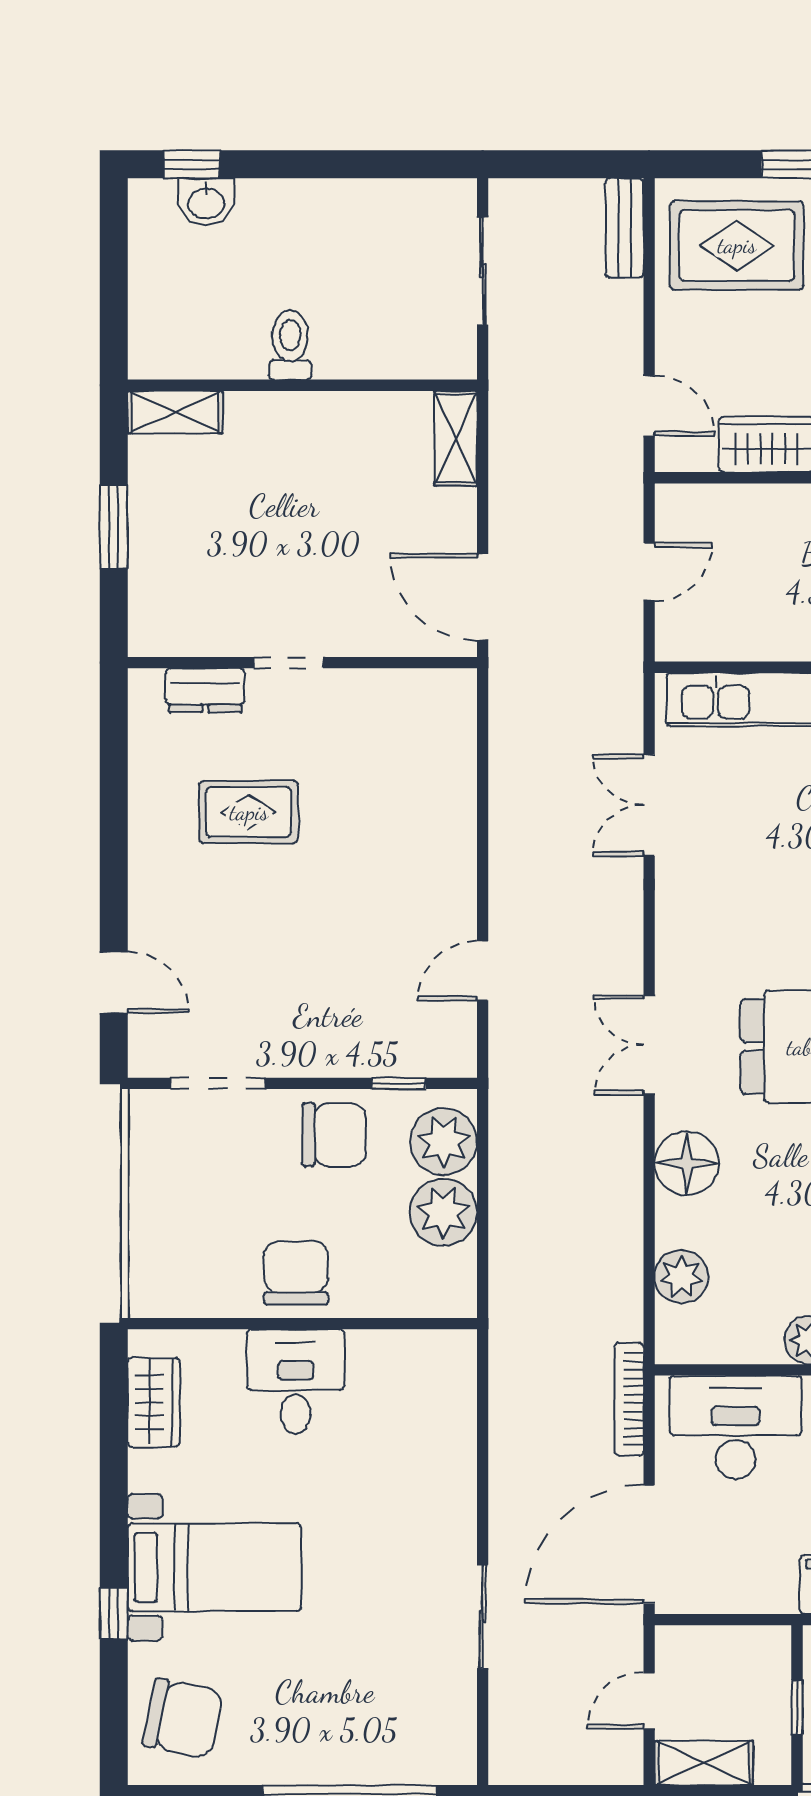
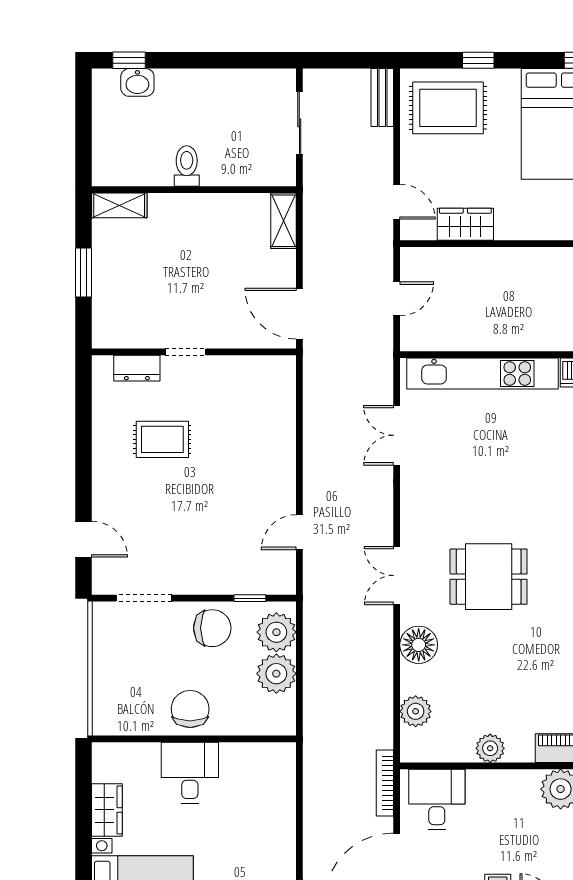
wardrobe: (154, 1402) -> (107, 810), moved
desk: (736, 1427) -> (437, 799), width x0.73

